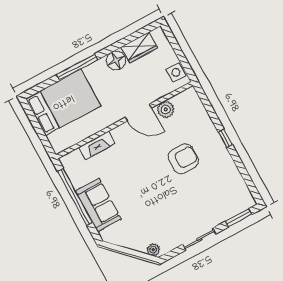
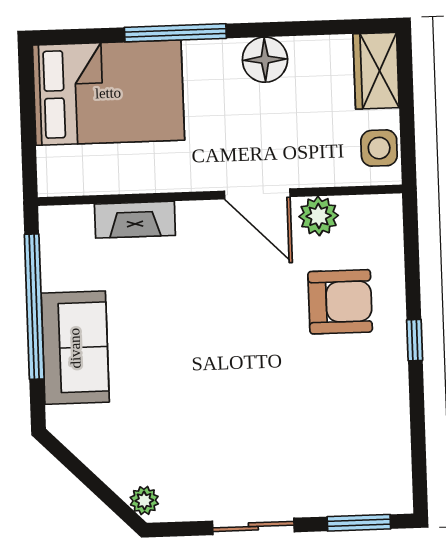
wardrobe: (139, 47) -> (376, 71), moved, turned 90
armchair: (183, 159) -> (340, 302), moved

